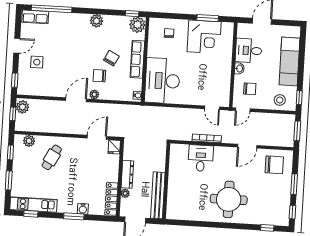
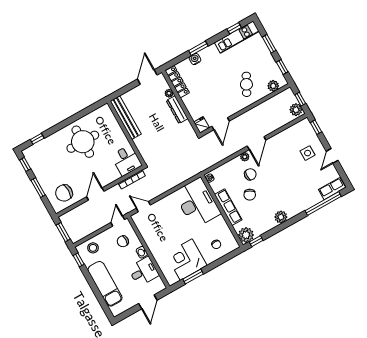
wall: (166, 181) -> (126, 133), moved
bench: (158, 195) -> (126, 118), moved

